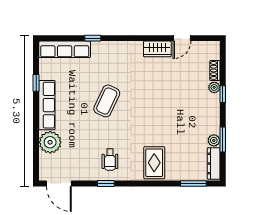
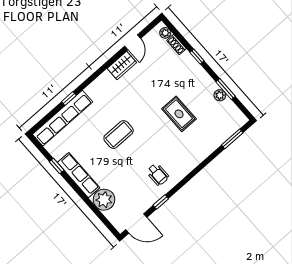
row of seats: (65, 49) -> (63, 118), width x1.36
plant: (214, 87) -> (165, 33), moved
coffee table: (107, 101) -> (119, 134), turned 65
rug: (154, 163) -> (179, 114), moved
dresser: (214, 163) -> (234, 112), removed
window: (106, 183) -> (161, 202), moved

